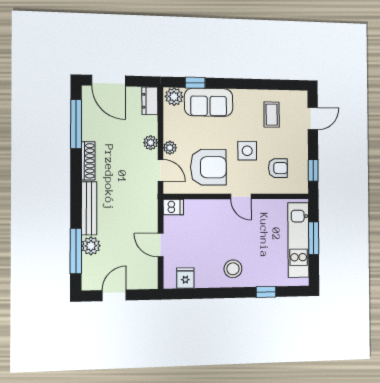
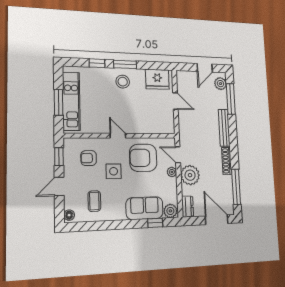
floor lamp: (301, 100) -> (69, 215), added
door: (313, 118) -> (59, 187), moved
plant: (151, 143) -> (190, 175), width x1.88, depth x1.88
dishwasher: (173, 207) -> (168, 128), removed
plant: (91, 246) -> (220, 84), moved
fridge: (185, 278) -> (157, 79), width x1.88, depth x1.34
window: (229, 293) -> (125, 64), added

